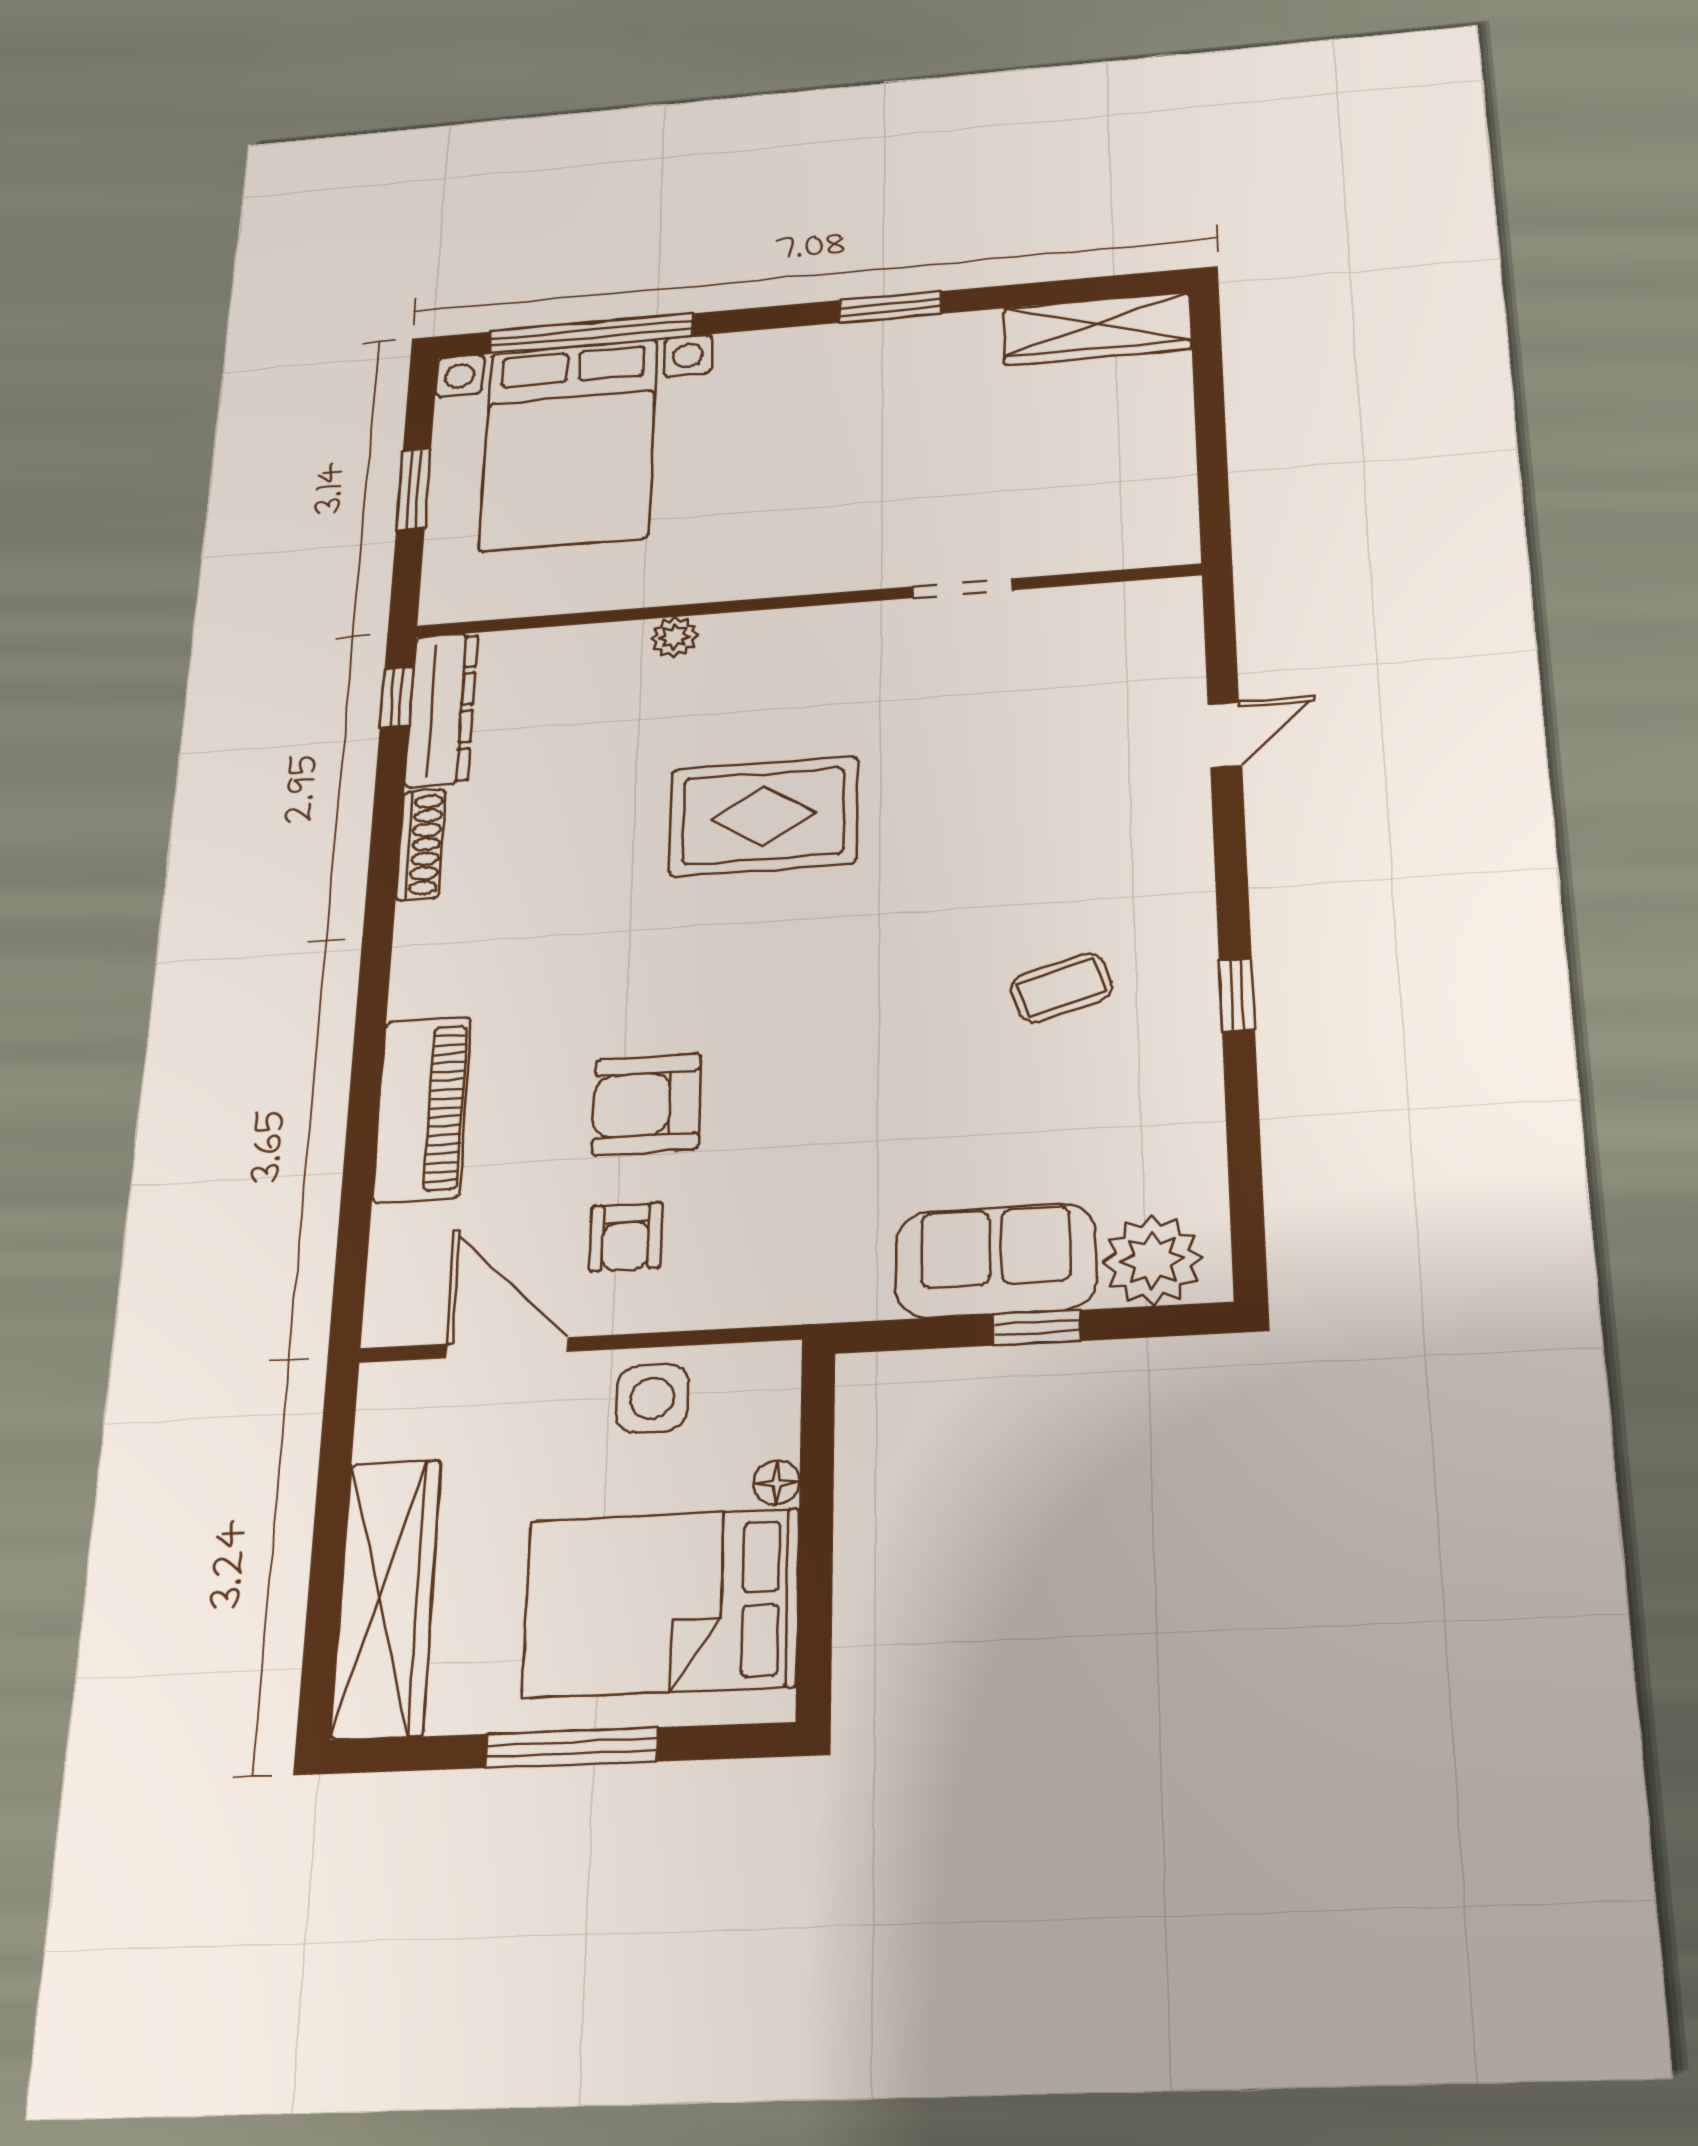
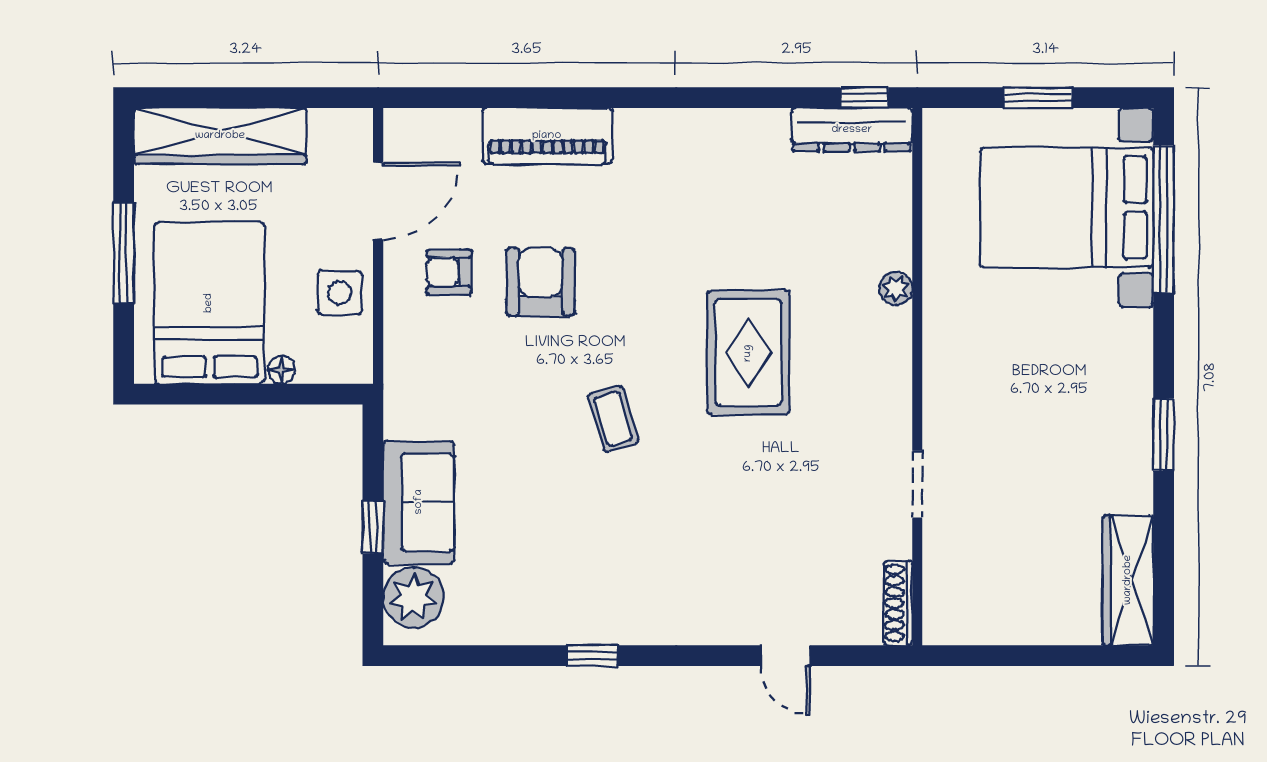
shoe rack: (421, 845) -> (898, 603), moved, turned 90
coffee table: (1061, 988) -> (613, 419), moved

